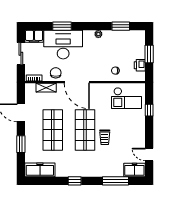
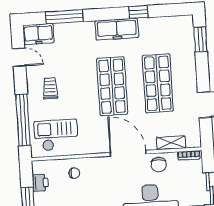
window: (149, 110) -> (23, 120), width x3.17
trolley: (105, 137) -> (50, 88), moved
window: (21, 144) -> (200, 39), moved
freezer: (40, 170) -> (117, 29), moved
window: (75, 181) -> (138, 12), moved

